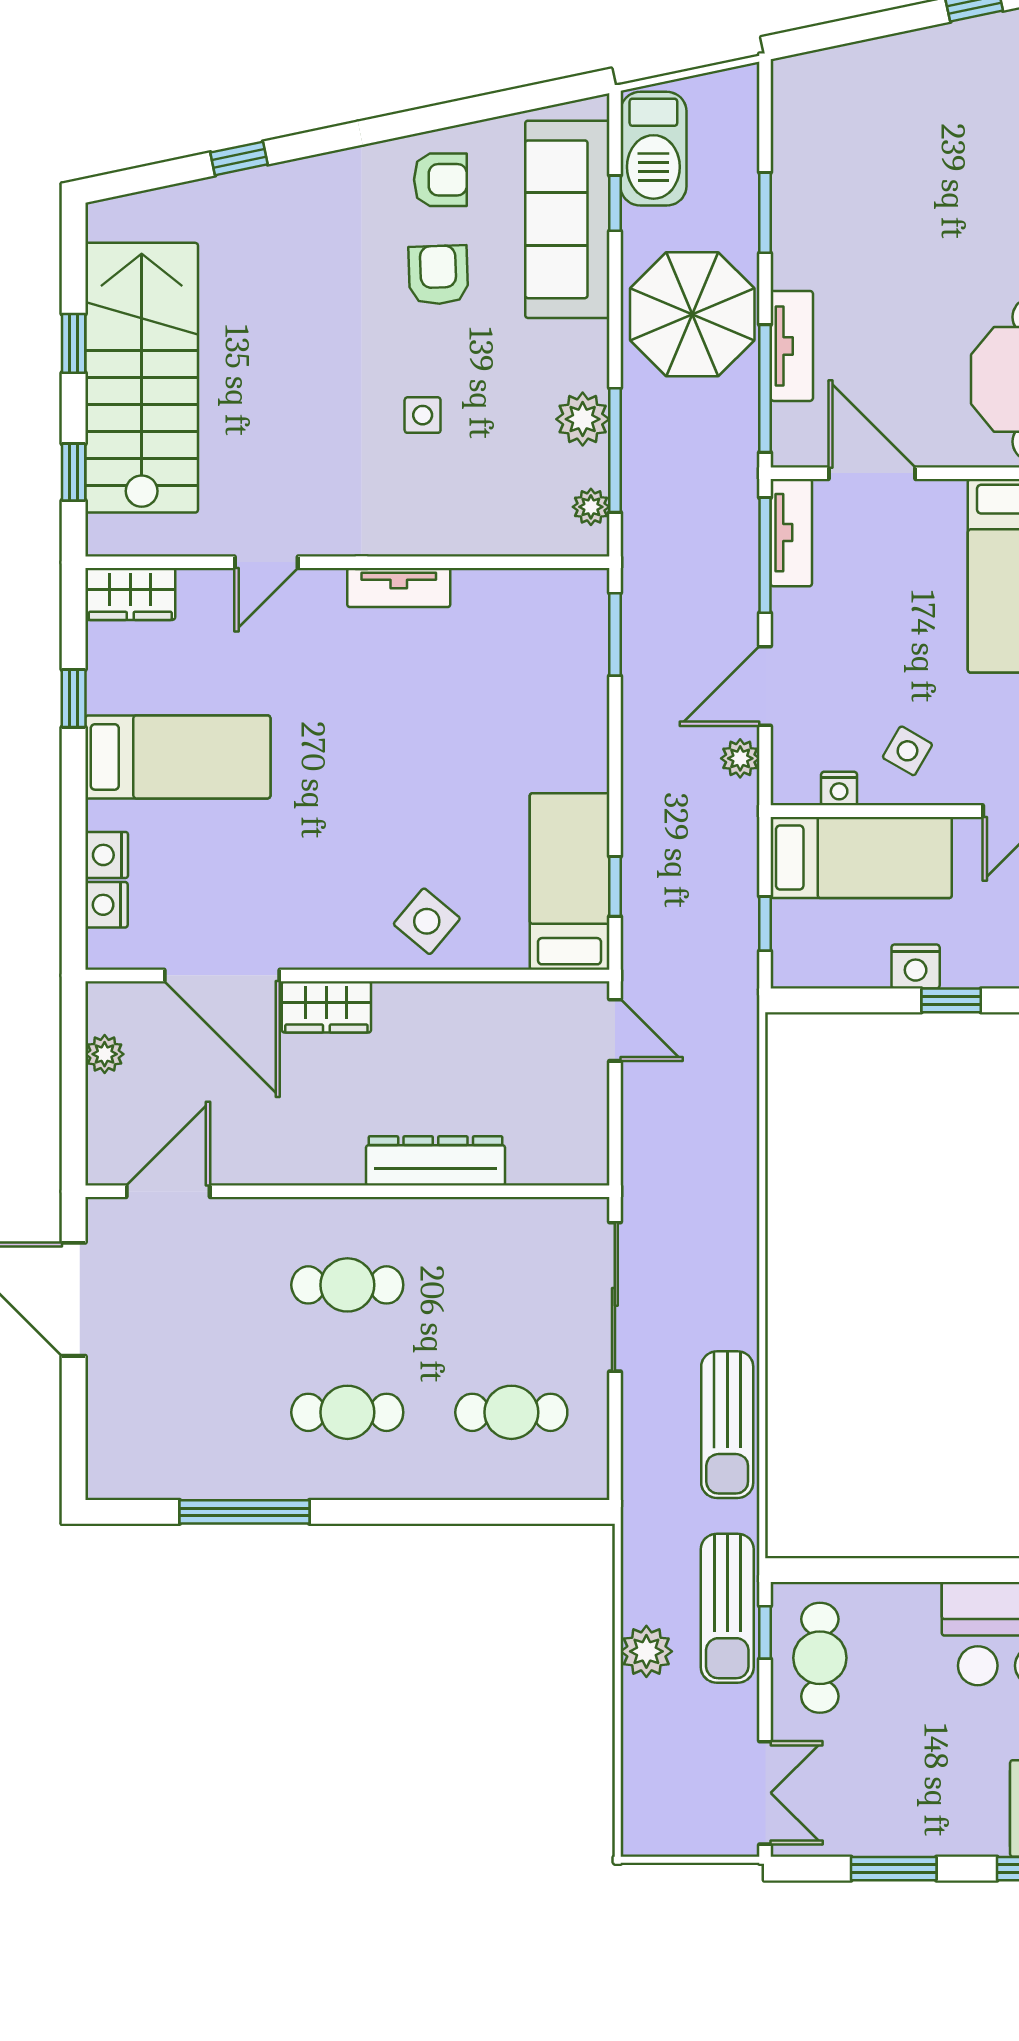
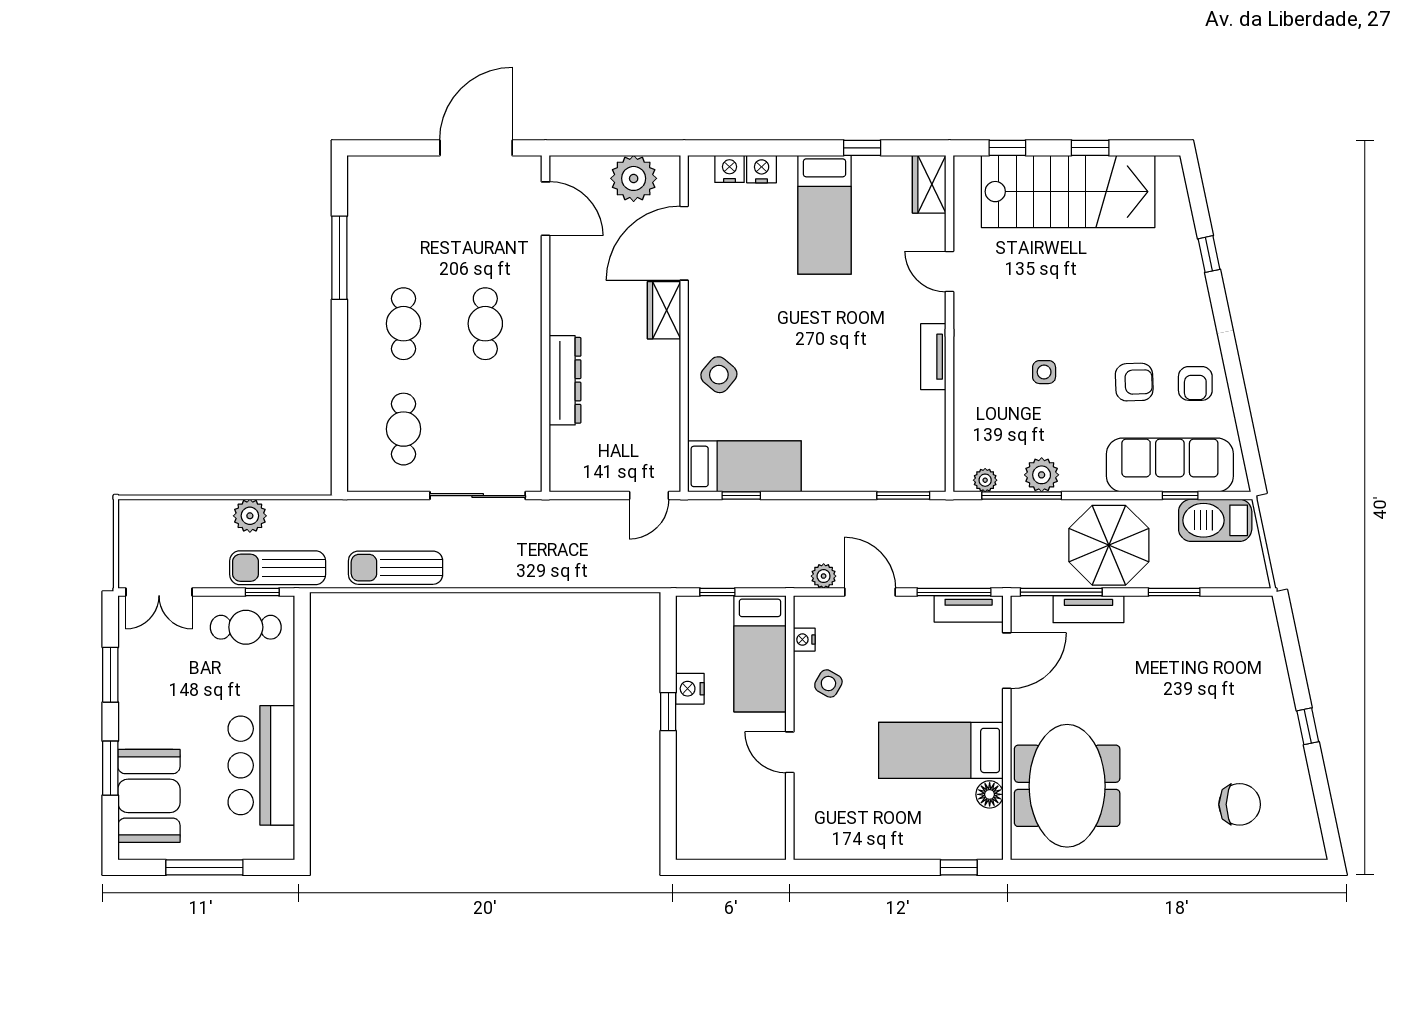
plant: (105, 1054) -> (634, 178), width x1.88, depth x1.88

